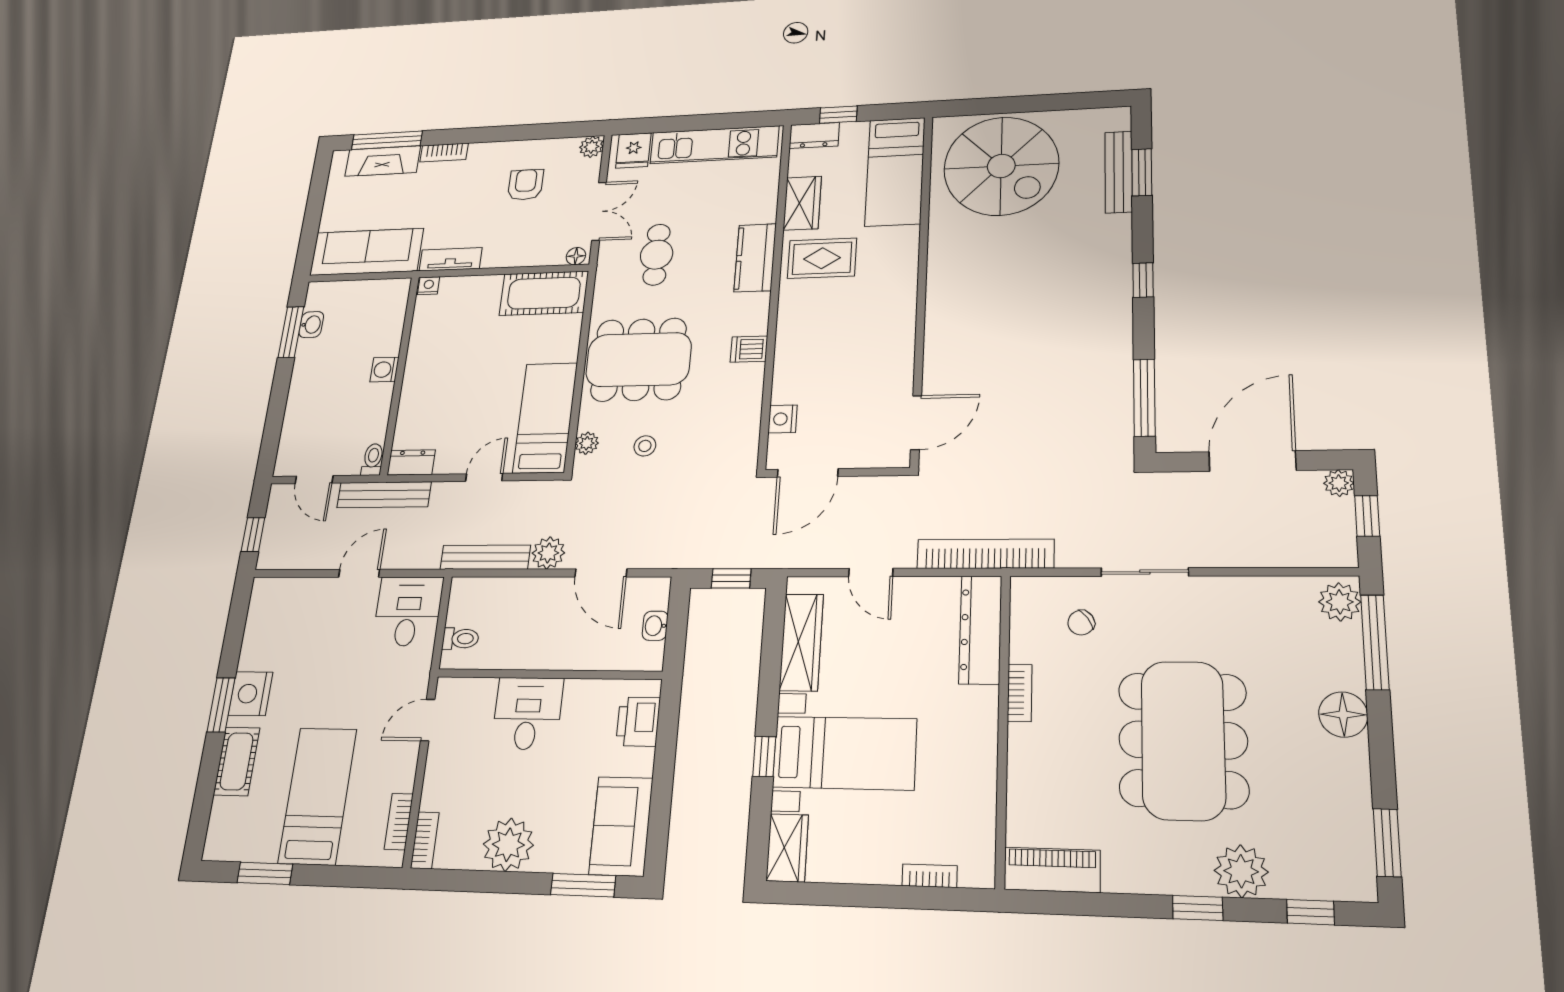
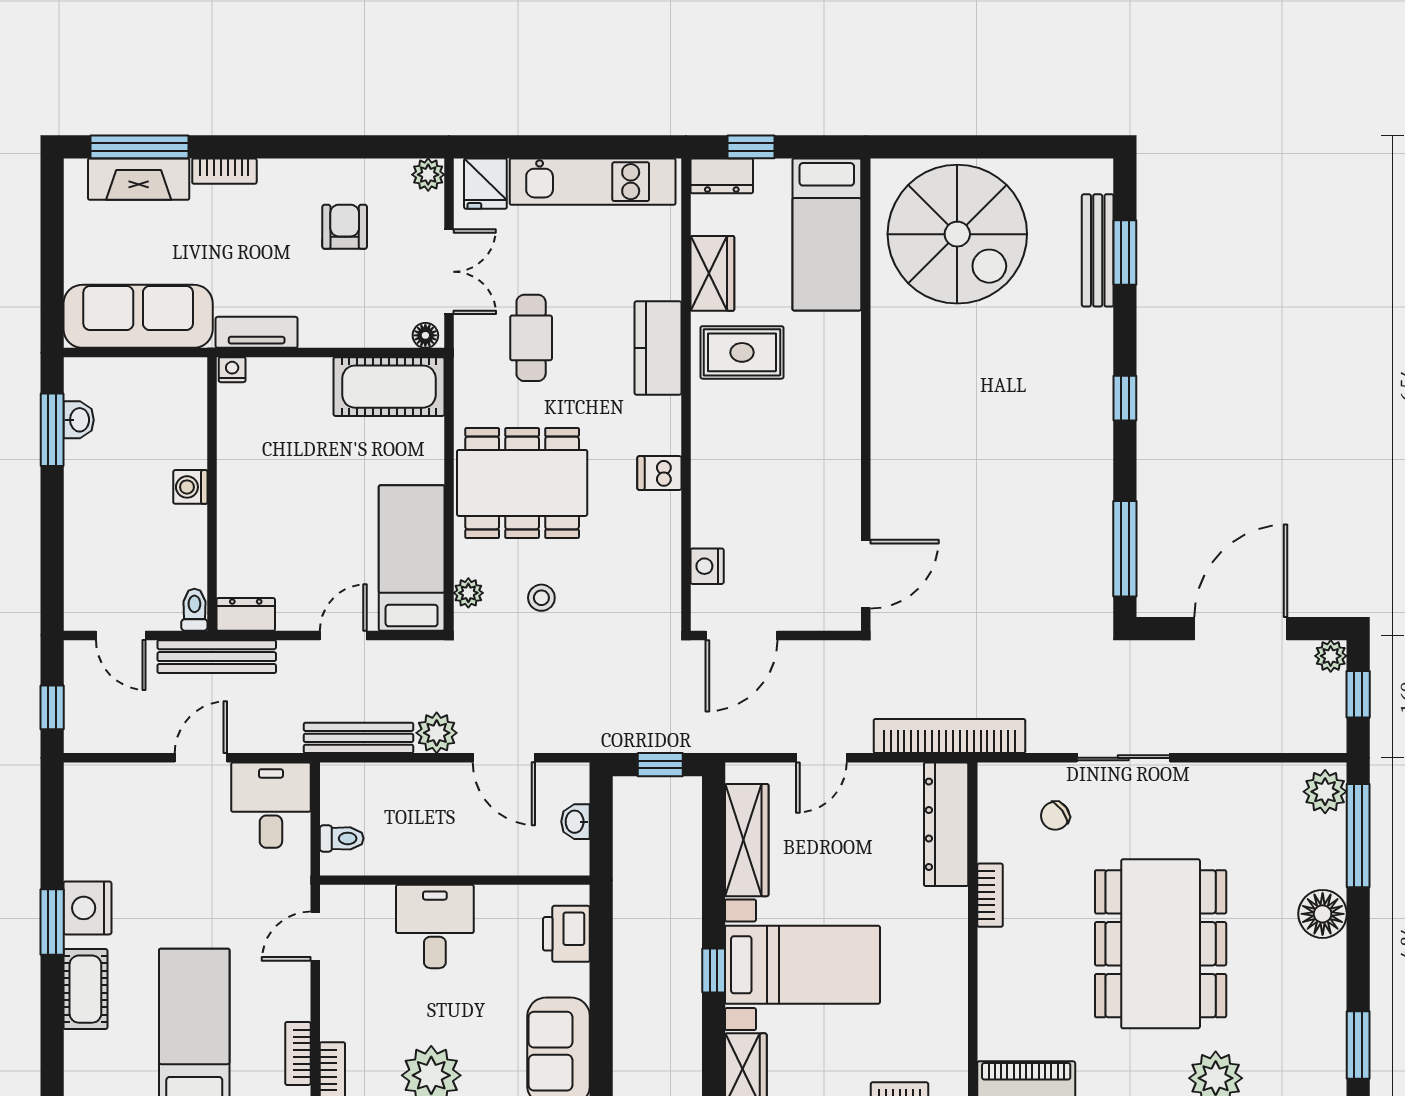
door: (871, 572) -> (821, 758), hinge flipped

